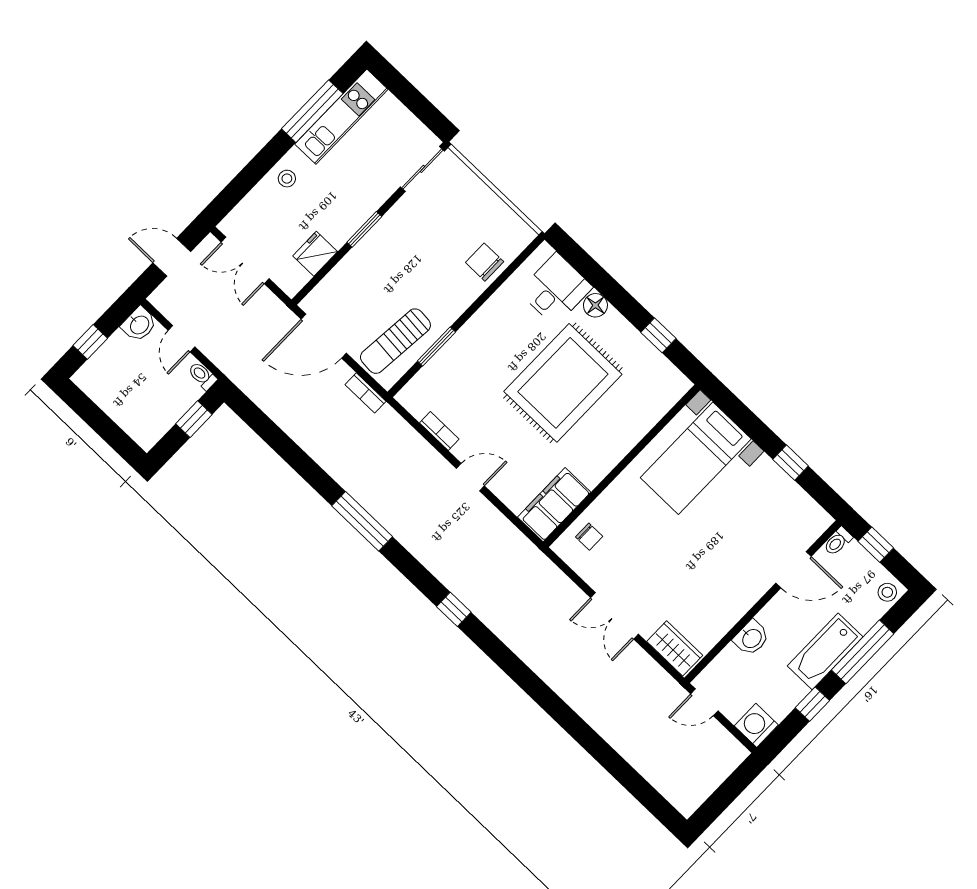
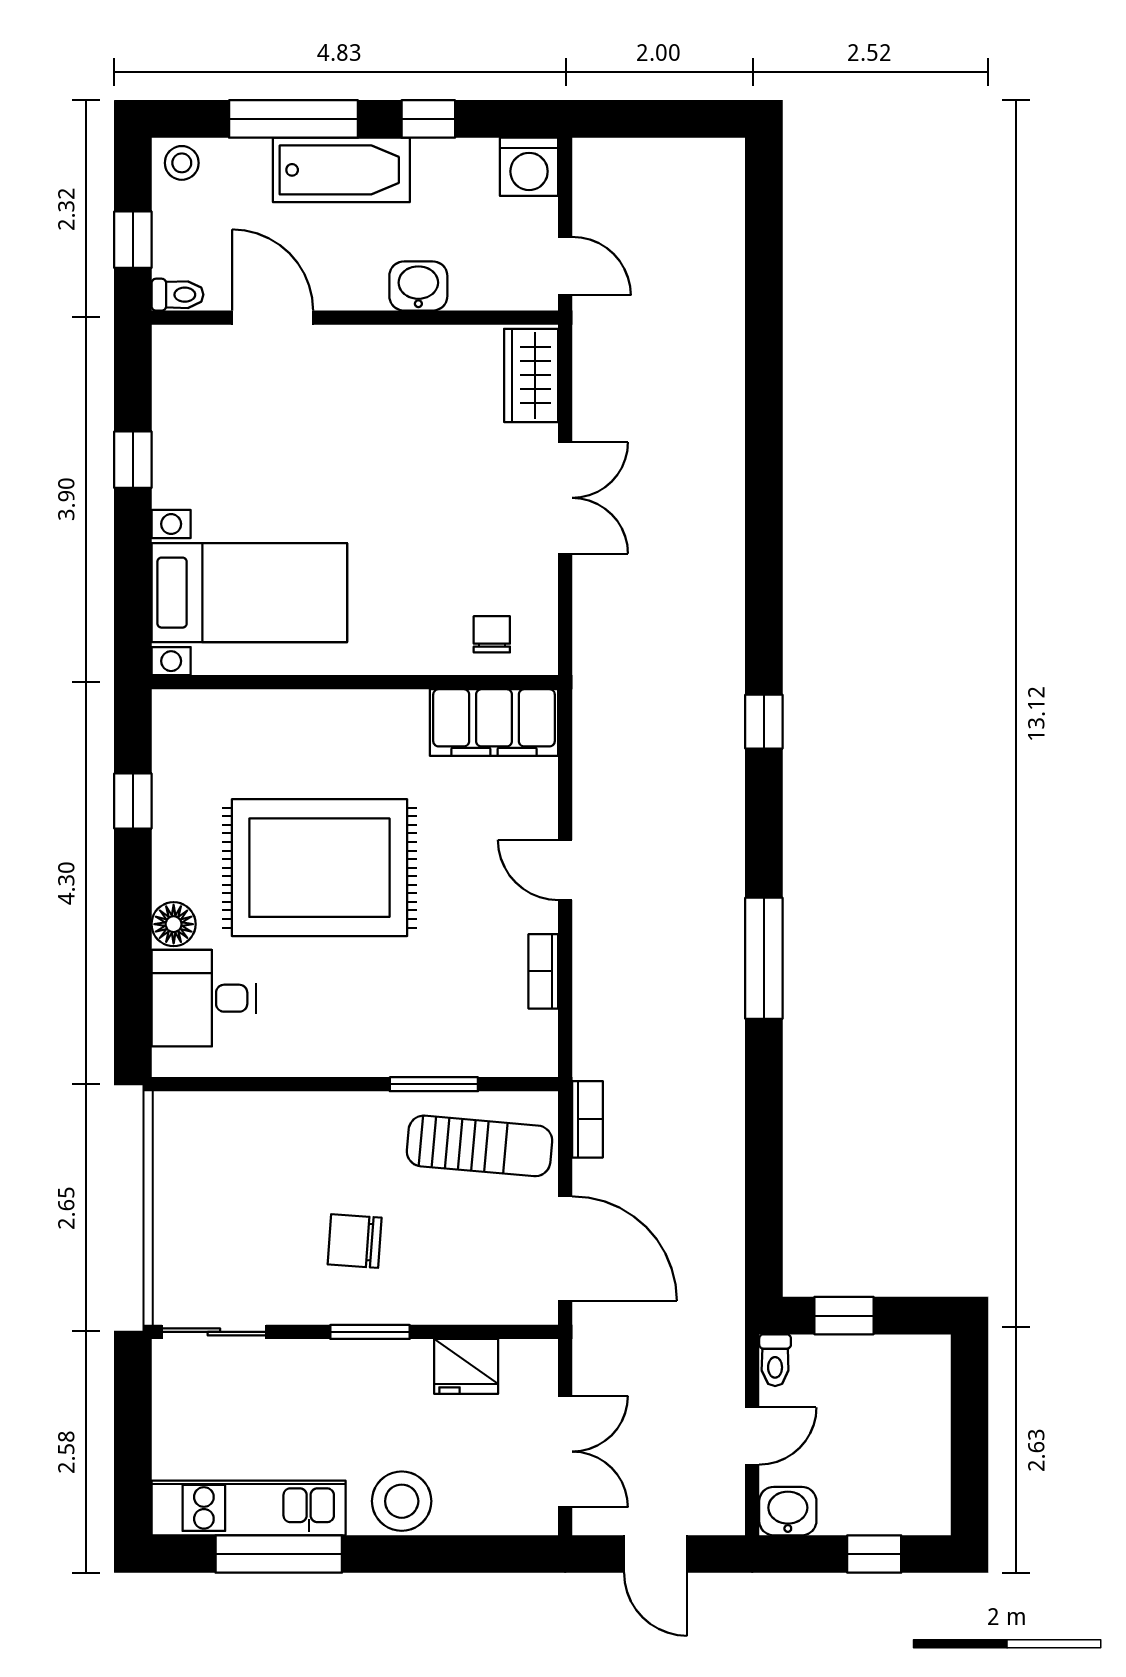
stool: (287, 179) -> (402, 1501), width x1.89, depth x1.89
chair: (485, 262) -> (355, 1241), moved, turned 94

